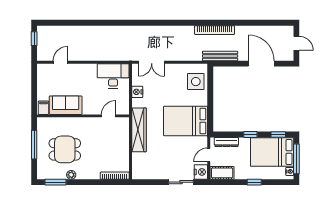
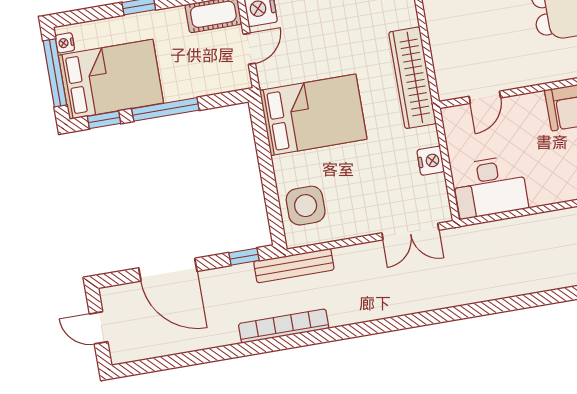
bench: (220, 56) -> (294, 266), moved
double door: (152, 62) -> (410, 232), swing flipped
window: (227, 64) -> (244, 257), added
window: (250, 135) -> (165, 109), width x2.17
dresser: (226, 142) -> (215, 84), removed

